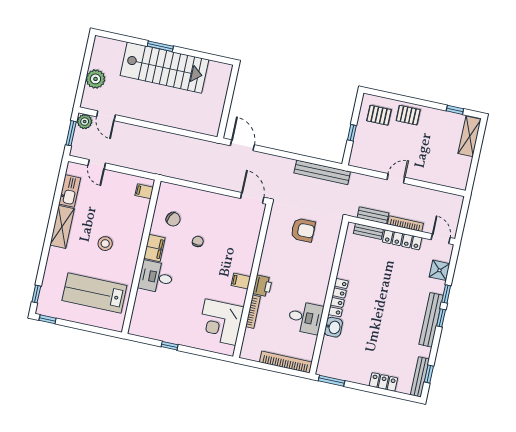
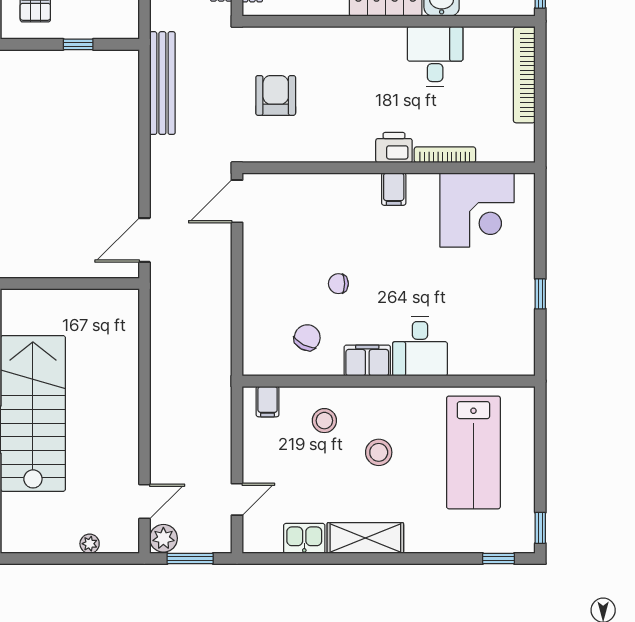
plant: (95, 79) -> (90, 544), width x0.53, depth x0.53
kitchen sink: (70, 191) -> (304, 538), width x0.73
stool: (128, 219) -> (324, 421), added

